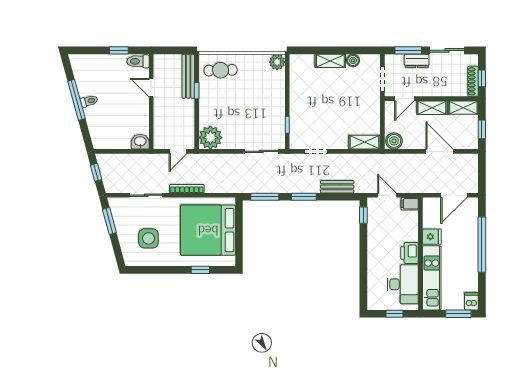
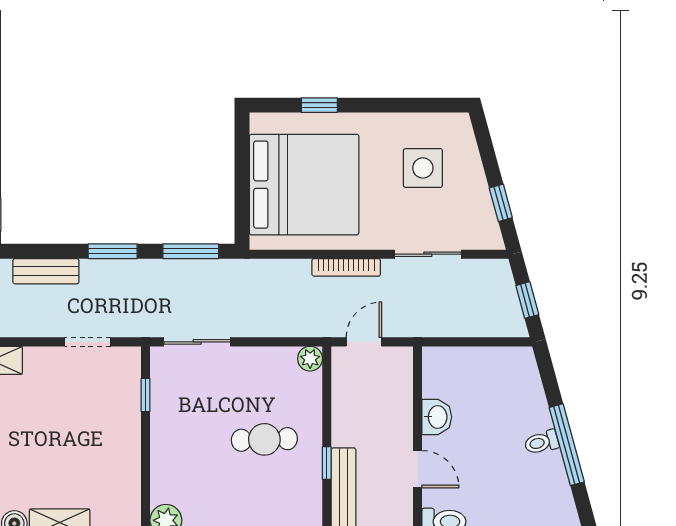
cafe table: (221, 70) -> (264, 439), moved
plant: (210, 138) -> (310, 359), width x0.53, depth x0.53
washbasin: (140, 142) -> (437, 417), moved, turned -90
window: (109, 221) -> (501, 203), width x0.67

